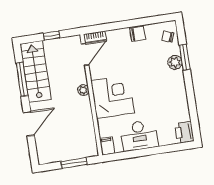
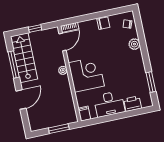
window: (185, 57) -> (151, 82), moved
printer: (184, 132) -> (133, 104), moved, turned 90

